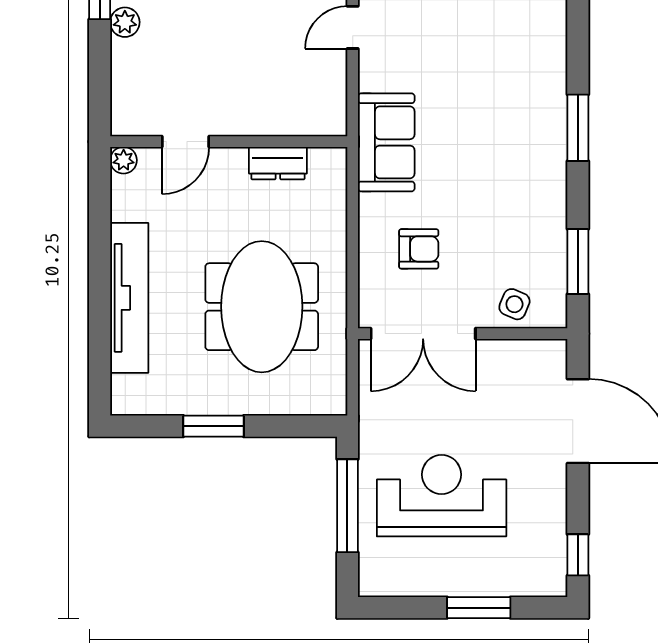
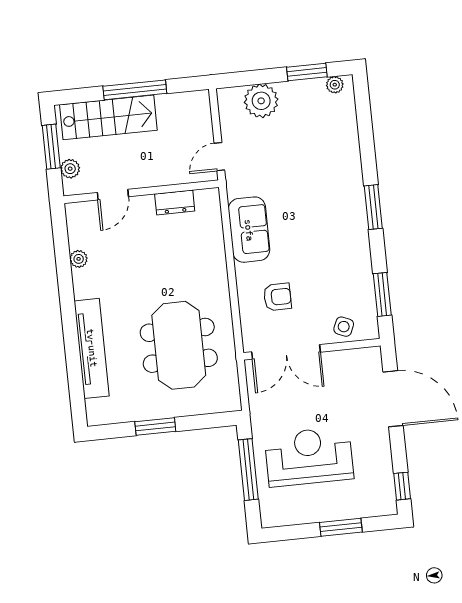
door: (185, 142) -> (113, 195), moved
wall: (229, 142) -> (141, 192), moved
dresser: (278, 163) -> (175, 202), moved

